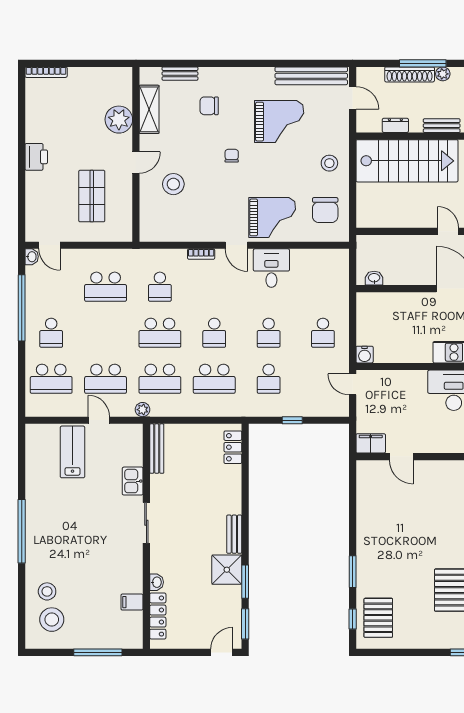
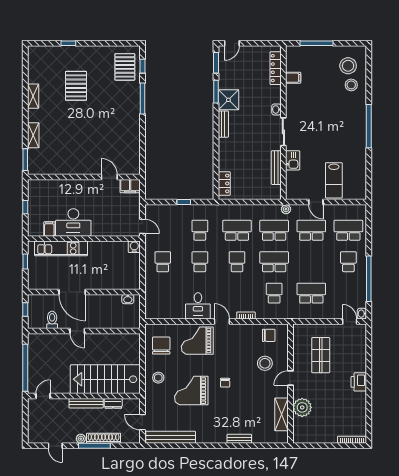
bench: (180, 74) -> (239, 439), moved
chair: (209, 106) -> (269, 335), moved
grand piano: (279, 122) -> (191, 391), moved
bench: (442, 126) -> (86, 403), width x1.36
bench: (157, 449) -> (276, 168), moved
window: (353, 572) -> (142, 98), width x1.44
washbasin: (157, 582) -> (276, 109), moved

